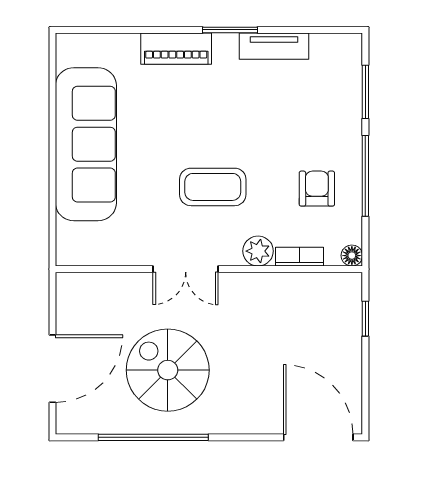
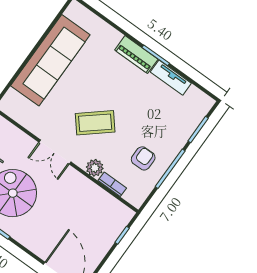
piano: (176, 49) -> (136, 55), moved
coffee table: (213, 187) -> (95, 123), turned -40
floor lamp: (352, 256) -> (137, 201), removed

